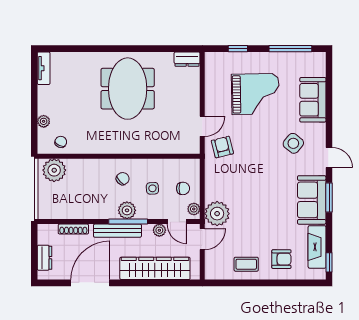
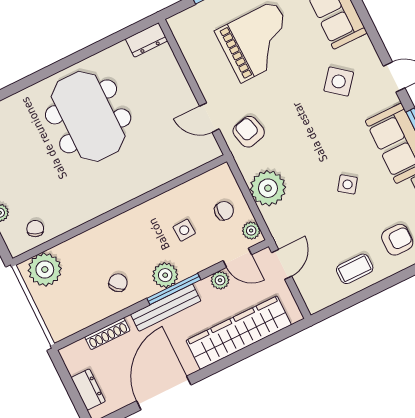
door: (202, 126) -> (209, 118), swing flipped
chair: (123, 179) -> (118, 283), moved
side table: (267, 210) -> (348, 184), added
plant: (217, 214) -> (268, 188), moved

